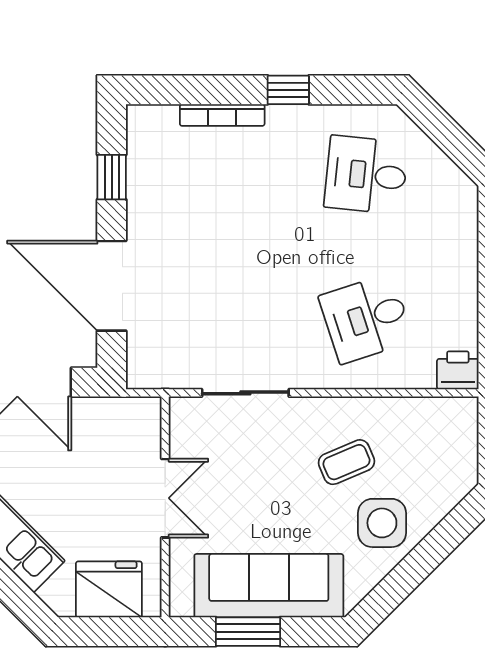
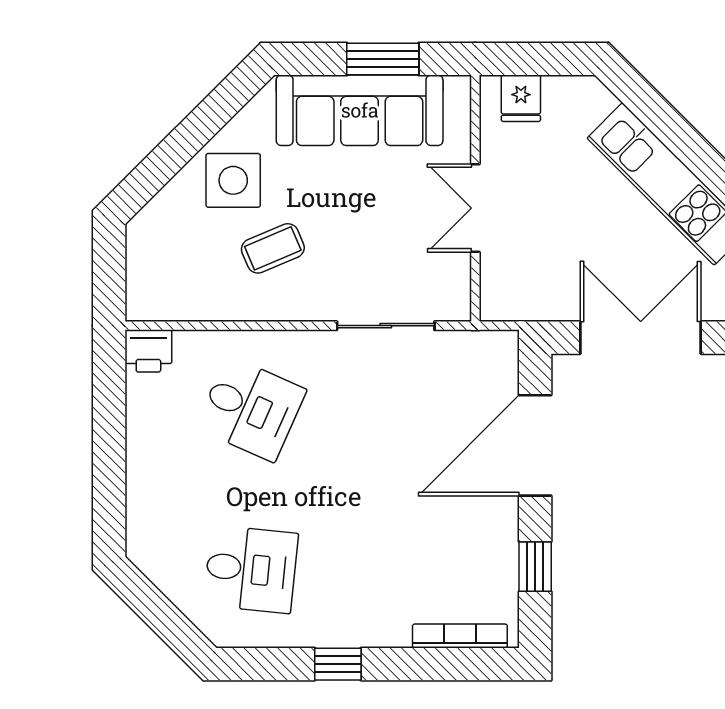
bookcase: (222, 115) -> (460, 636), moved
door: (112, 286) -> (535, 445), swing flipped
desk: (366, 319) -> (251, 409), turned 42
fridge: (109, 589) -> (521, 98), width x0.53, depth x0.75

